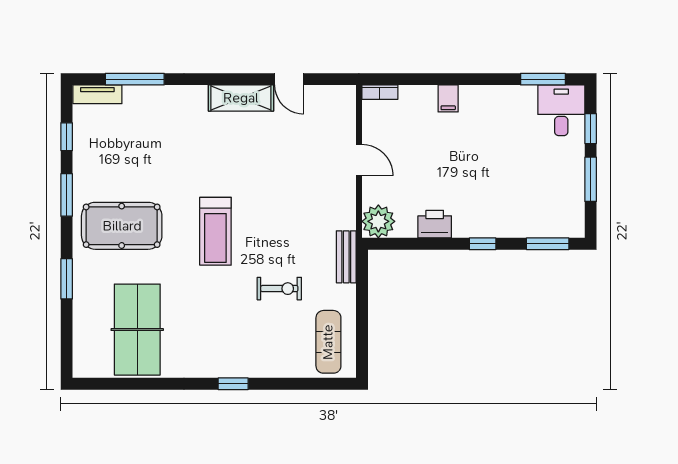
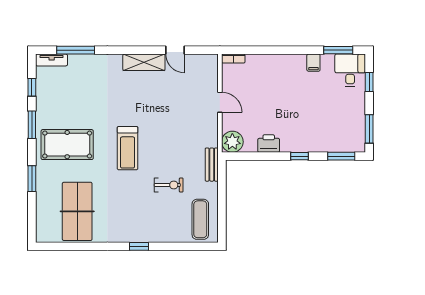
filing cabinet: (448, 98) -> (313, 63), moved
window: (591, 179) -> (369, 129), moved

